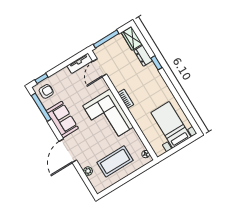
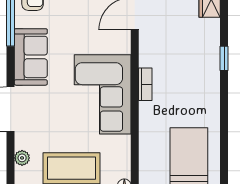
dresser: (143, 56) -> (211, 36), removed

